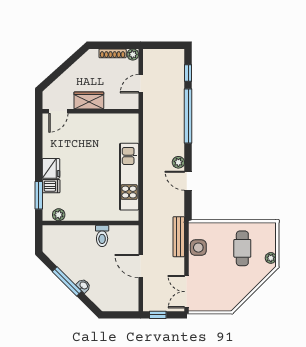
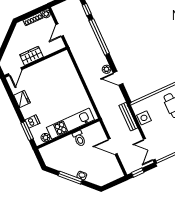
fridge: (51, 168) -> (22, 99), moved
kitchen unit: (129, 177) -> (70, 124), moved, turned 90

